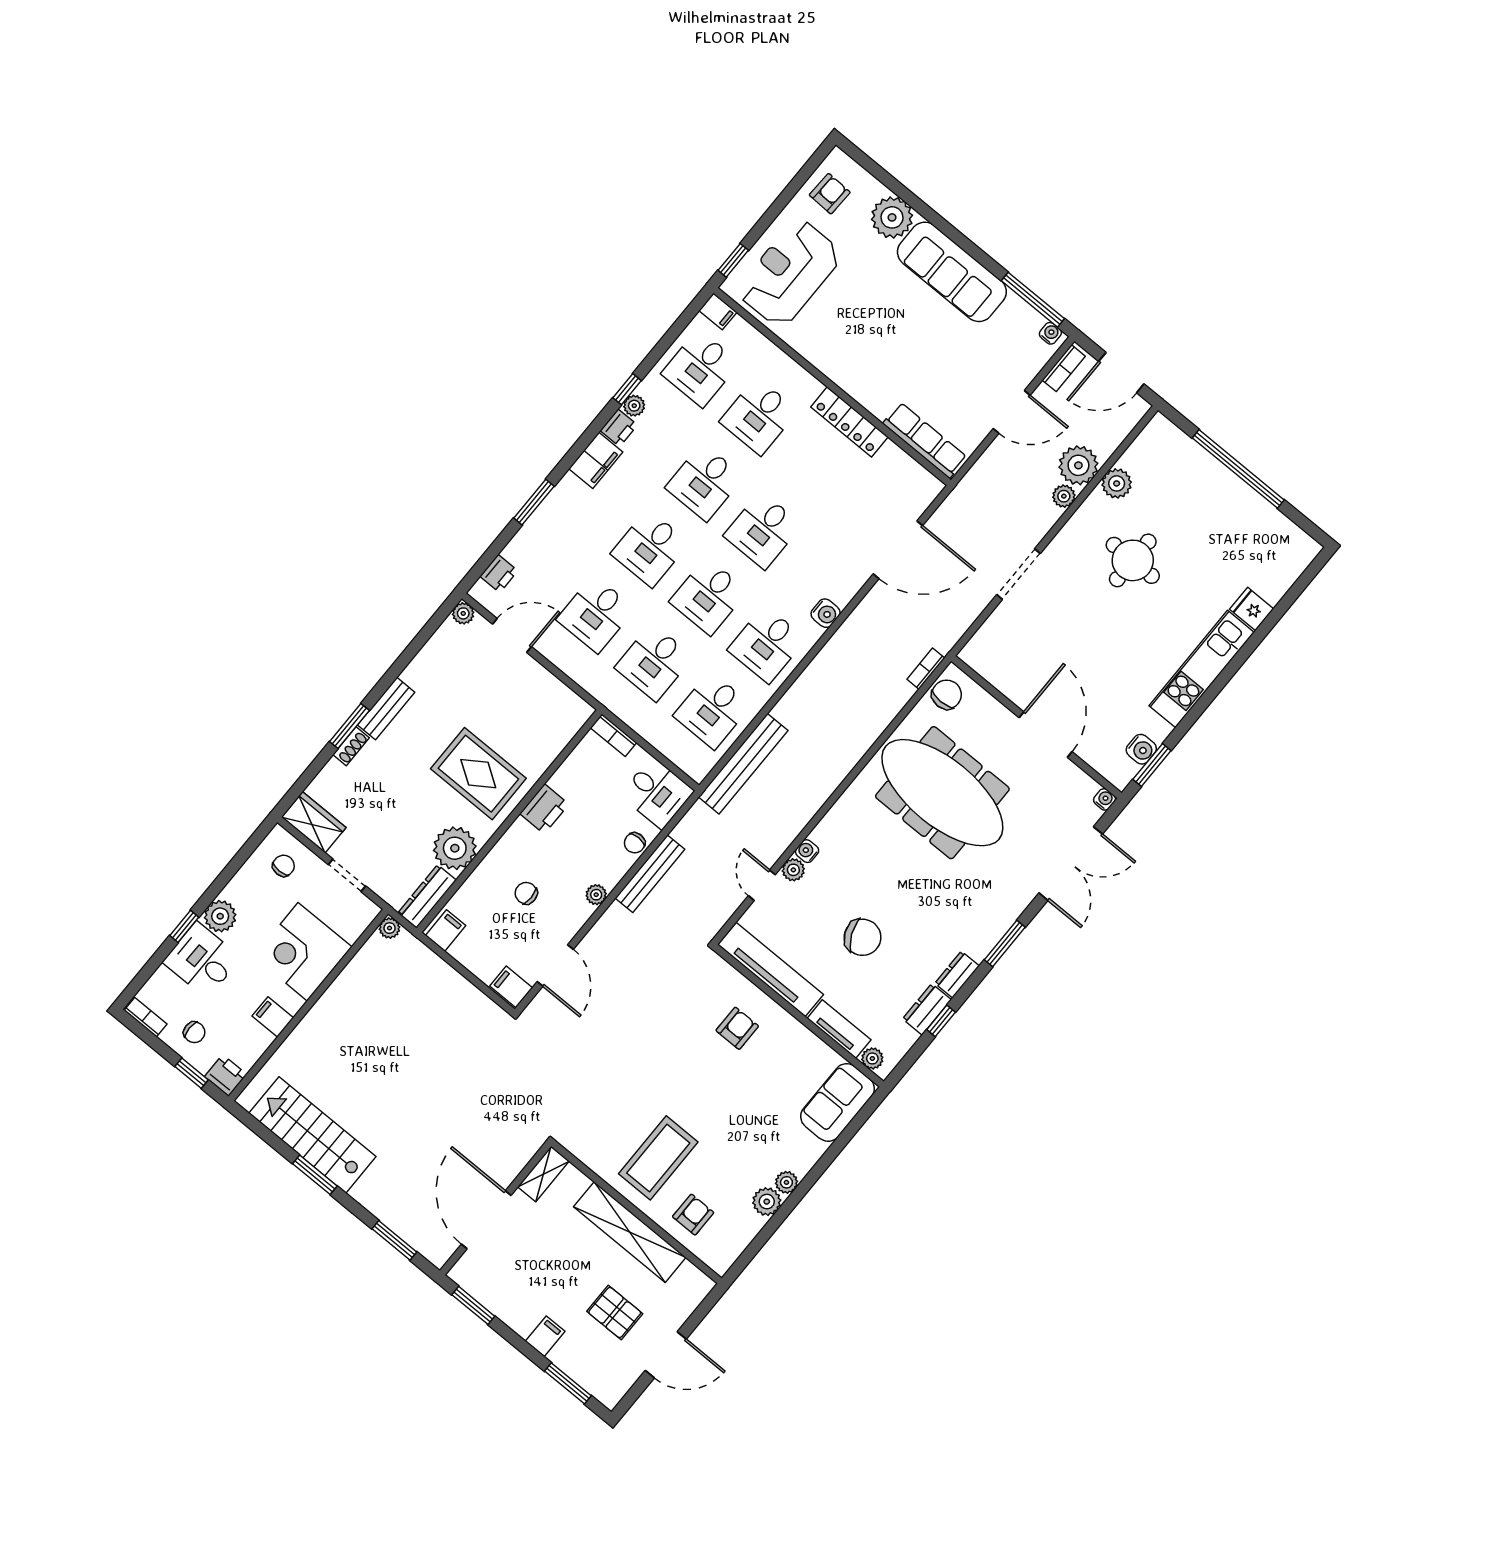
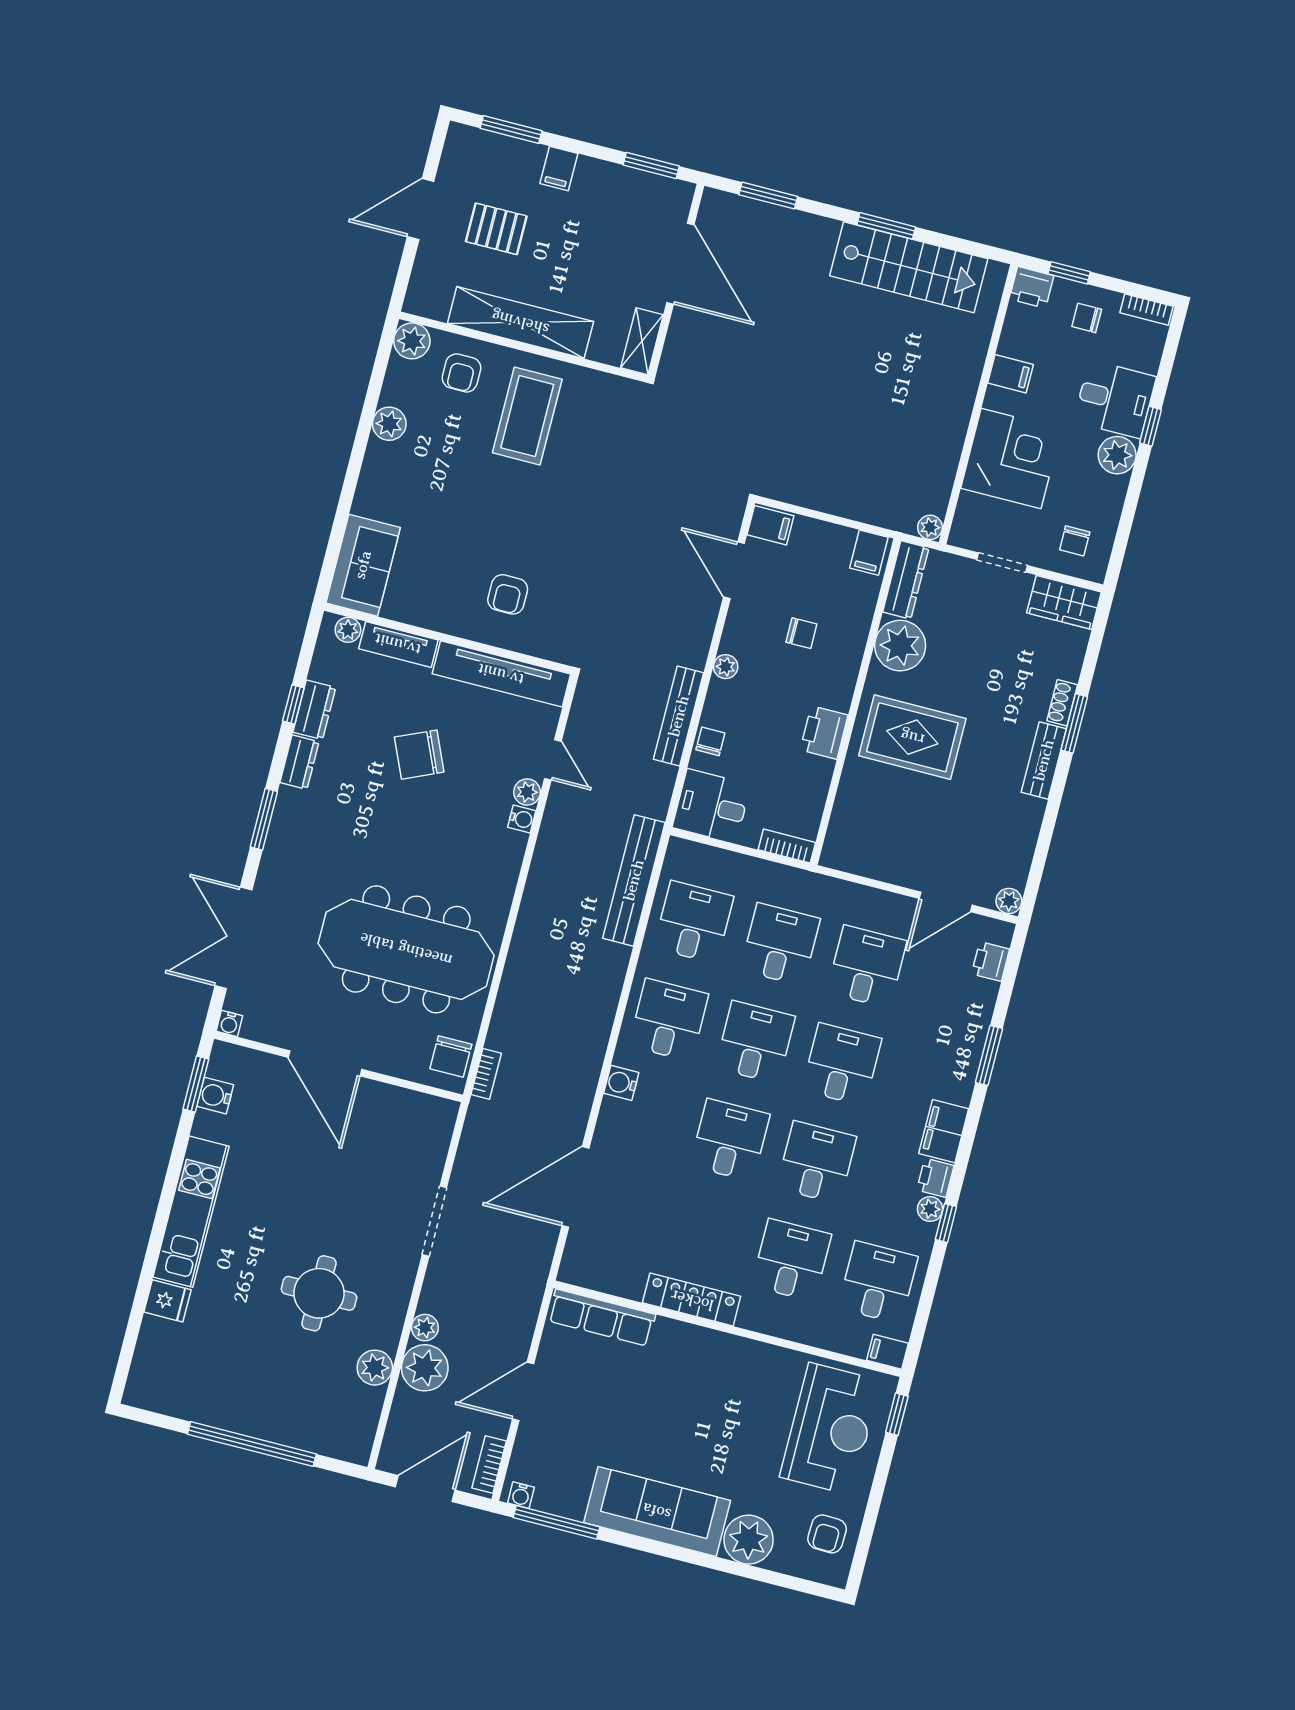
plant: (786, 1182) -> (412, 341), moved, width x1.38, depth x1.38

